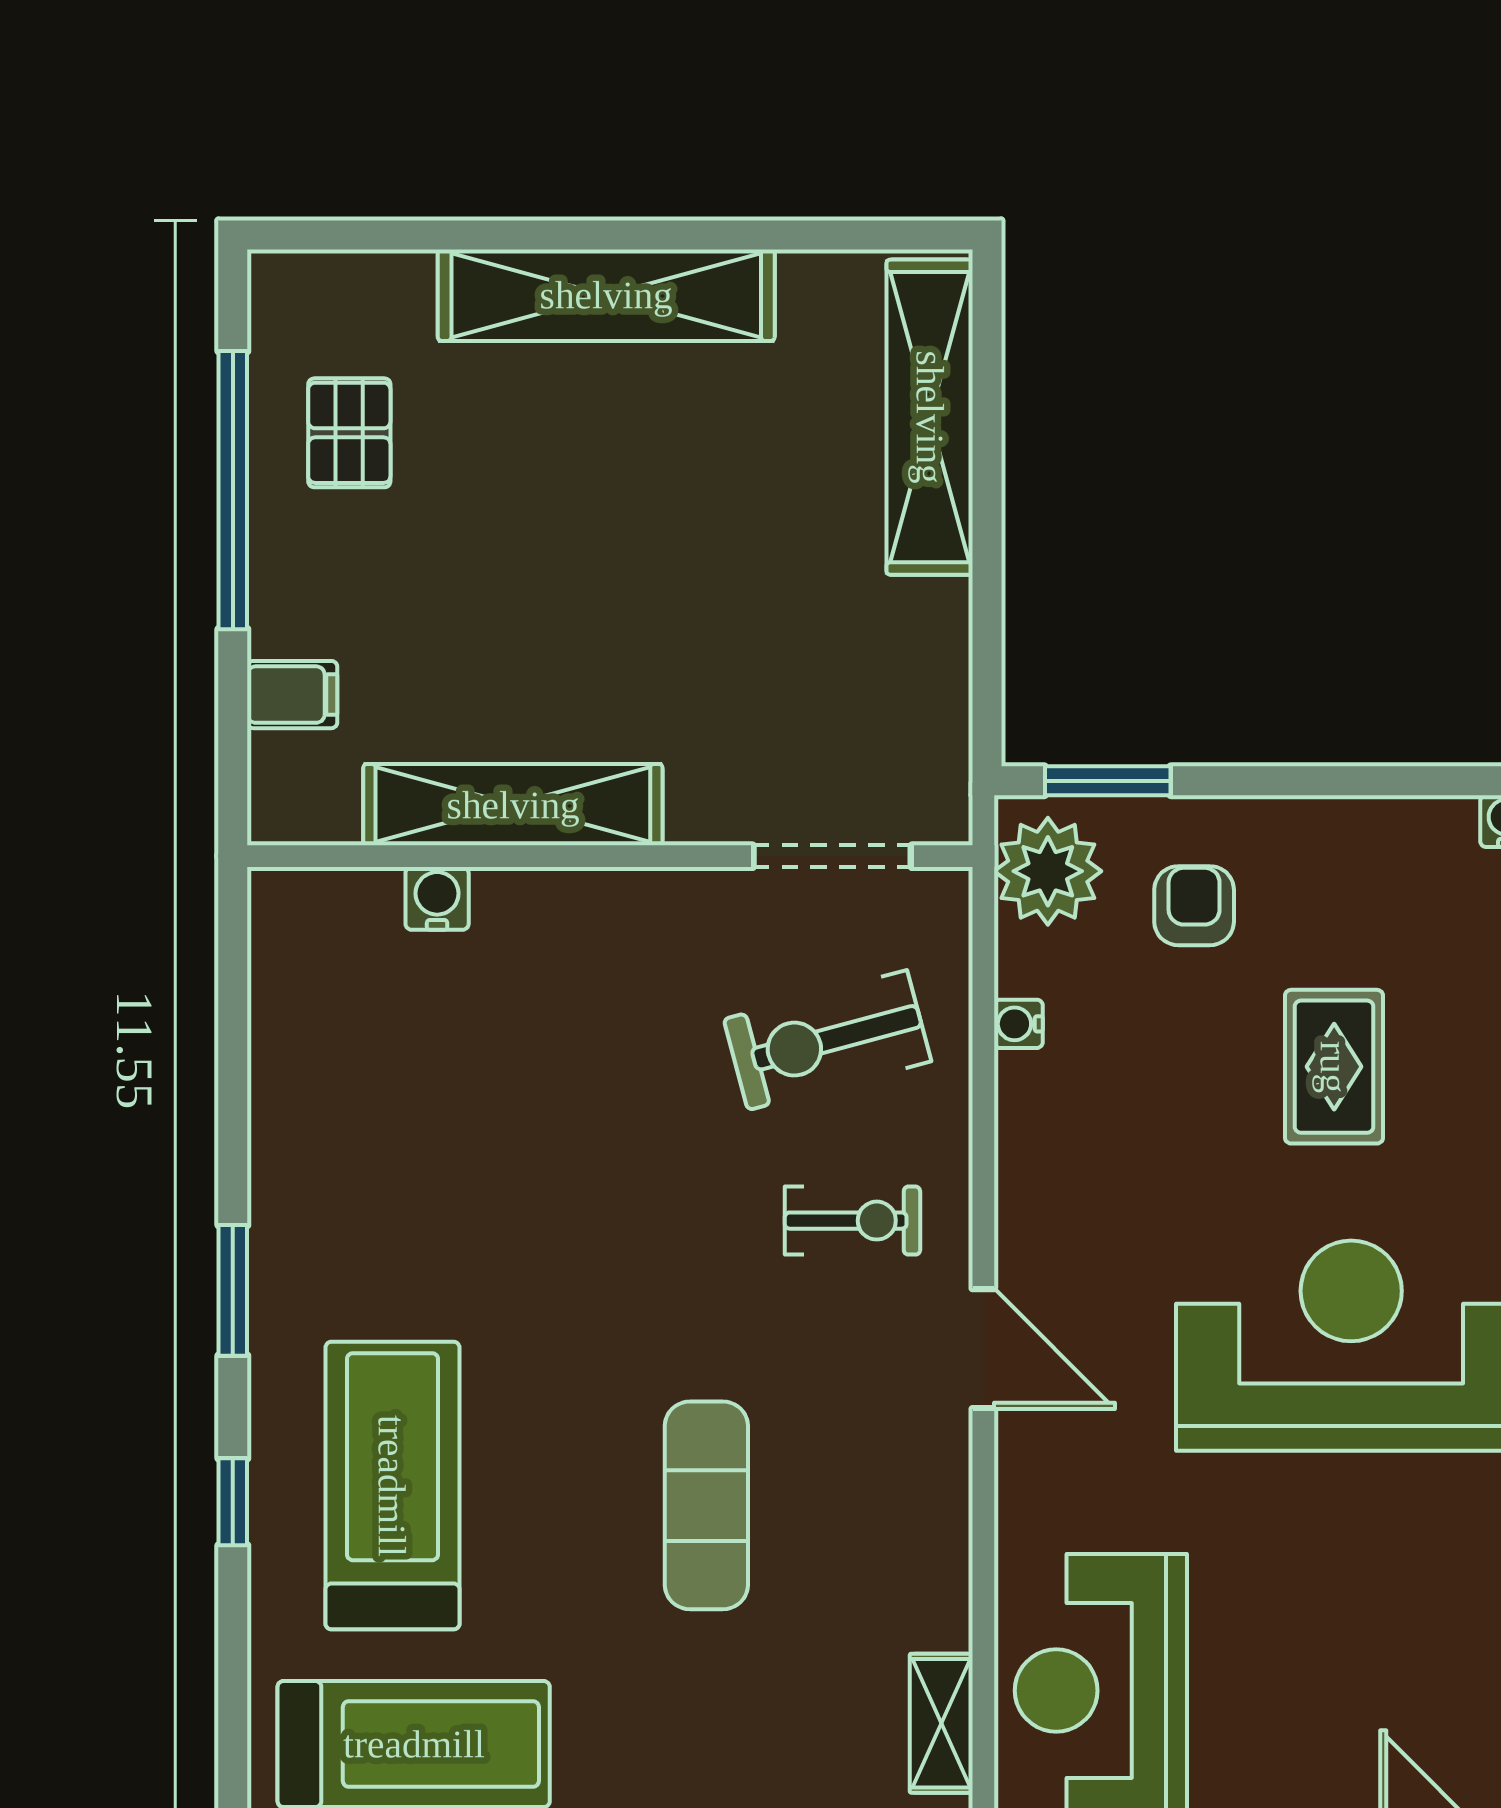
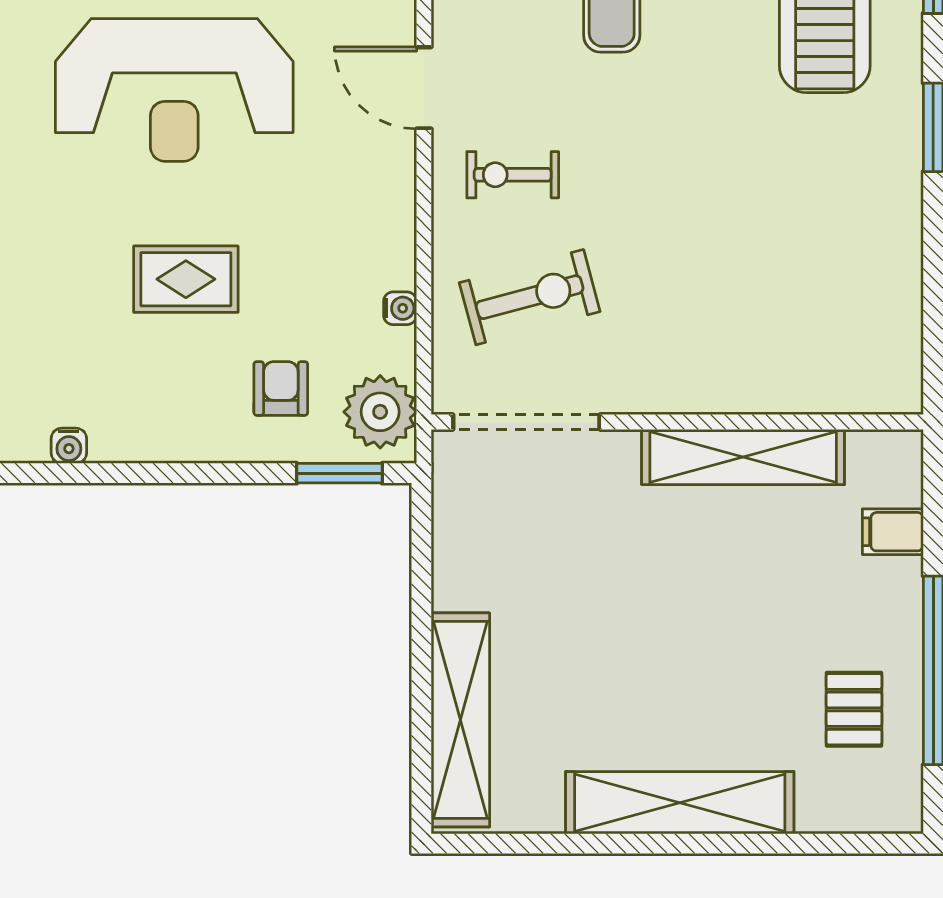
doorway: (832, 856) -> (526, 422), width x1.36
water cooler: (437, 898) -> (794, 393), removed
armchair: (1194, 906) -> (281, 388), turned 180
rug: (1334, 1067) -> (186, 279), turned 90

